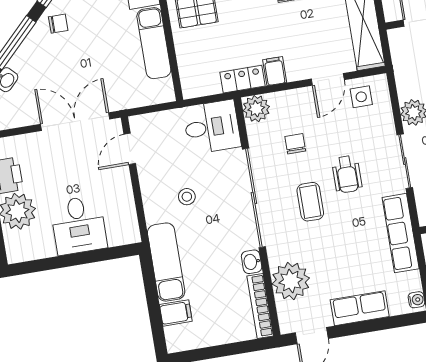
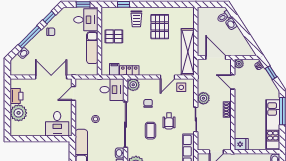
filing cabinet: (275, 71) -> (114, 69), moved
desk: (79, 225) -> (57, 124), moved

